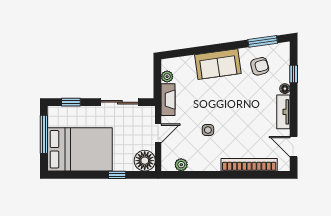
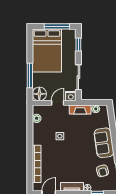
nightstand: (148, 114) -> (71, 96), added
door: (158, 133) -> (58, 103), swing flipped
window: (117, 175) -> (30, 75), width x2.17

